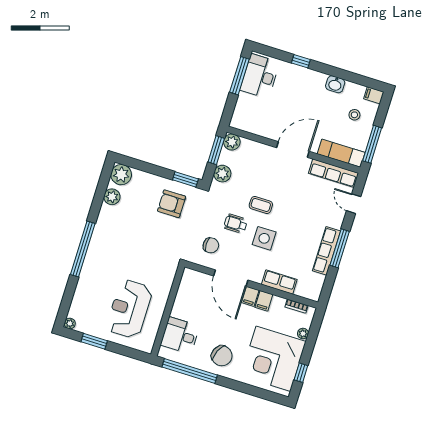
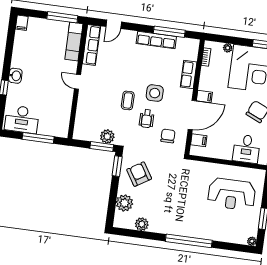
window: (239, 76) -> (38, 138), moved
washbasin: (335, 84) -> (15, 76), moved
stool: (354, 115) -> (40, 36), removed
plant: (232, 142) -> (80, 133), removed
door: (293, 149) -> (78, 82), width x0.53
window: (216, 150) -> (102, 147), moved
plant: (121, 175) -> (124, 203), moved
armchair: (172, 204) -> (139, 174), turned 148
window: (340, 248) -> (169, 32), moved
filing cabinet: (264, 301) -> (199, 140), moved

